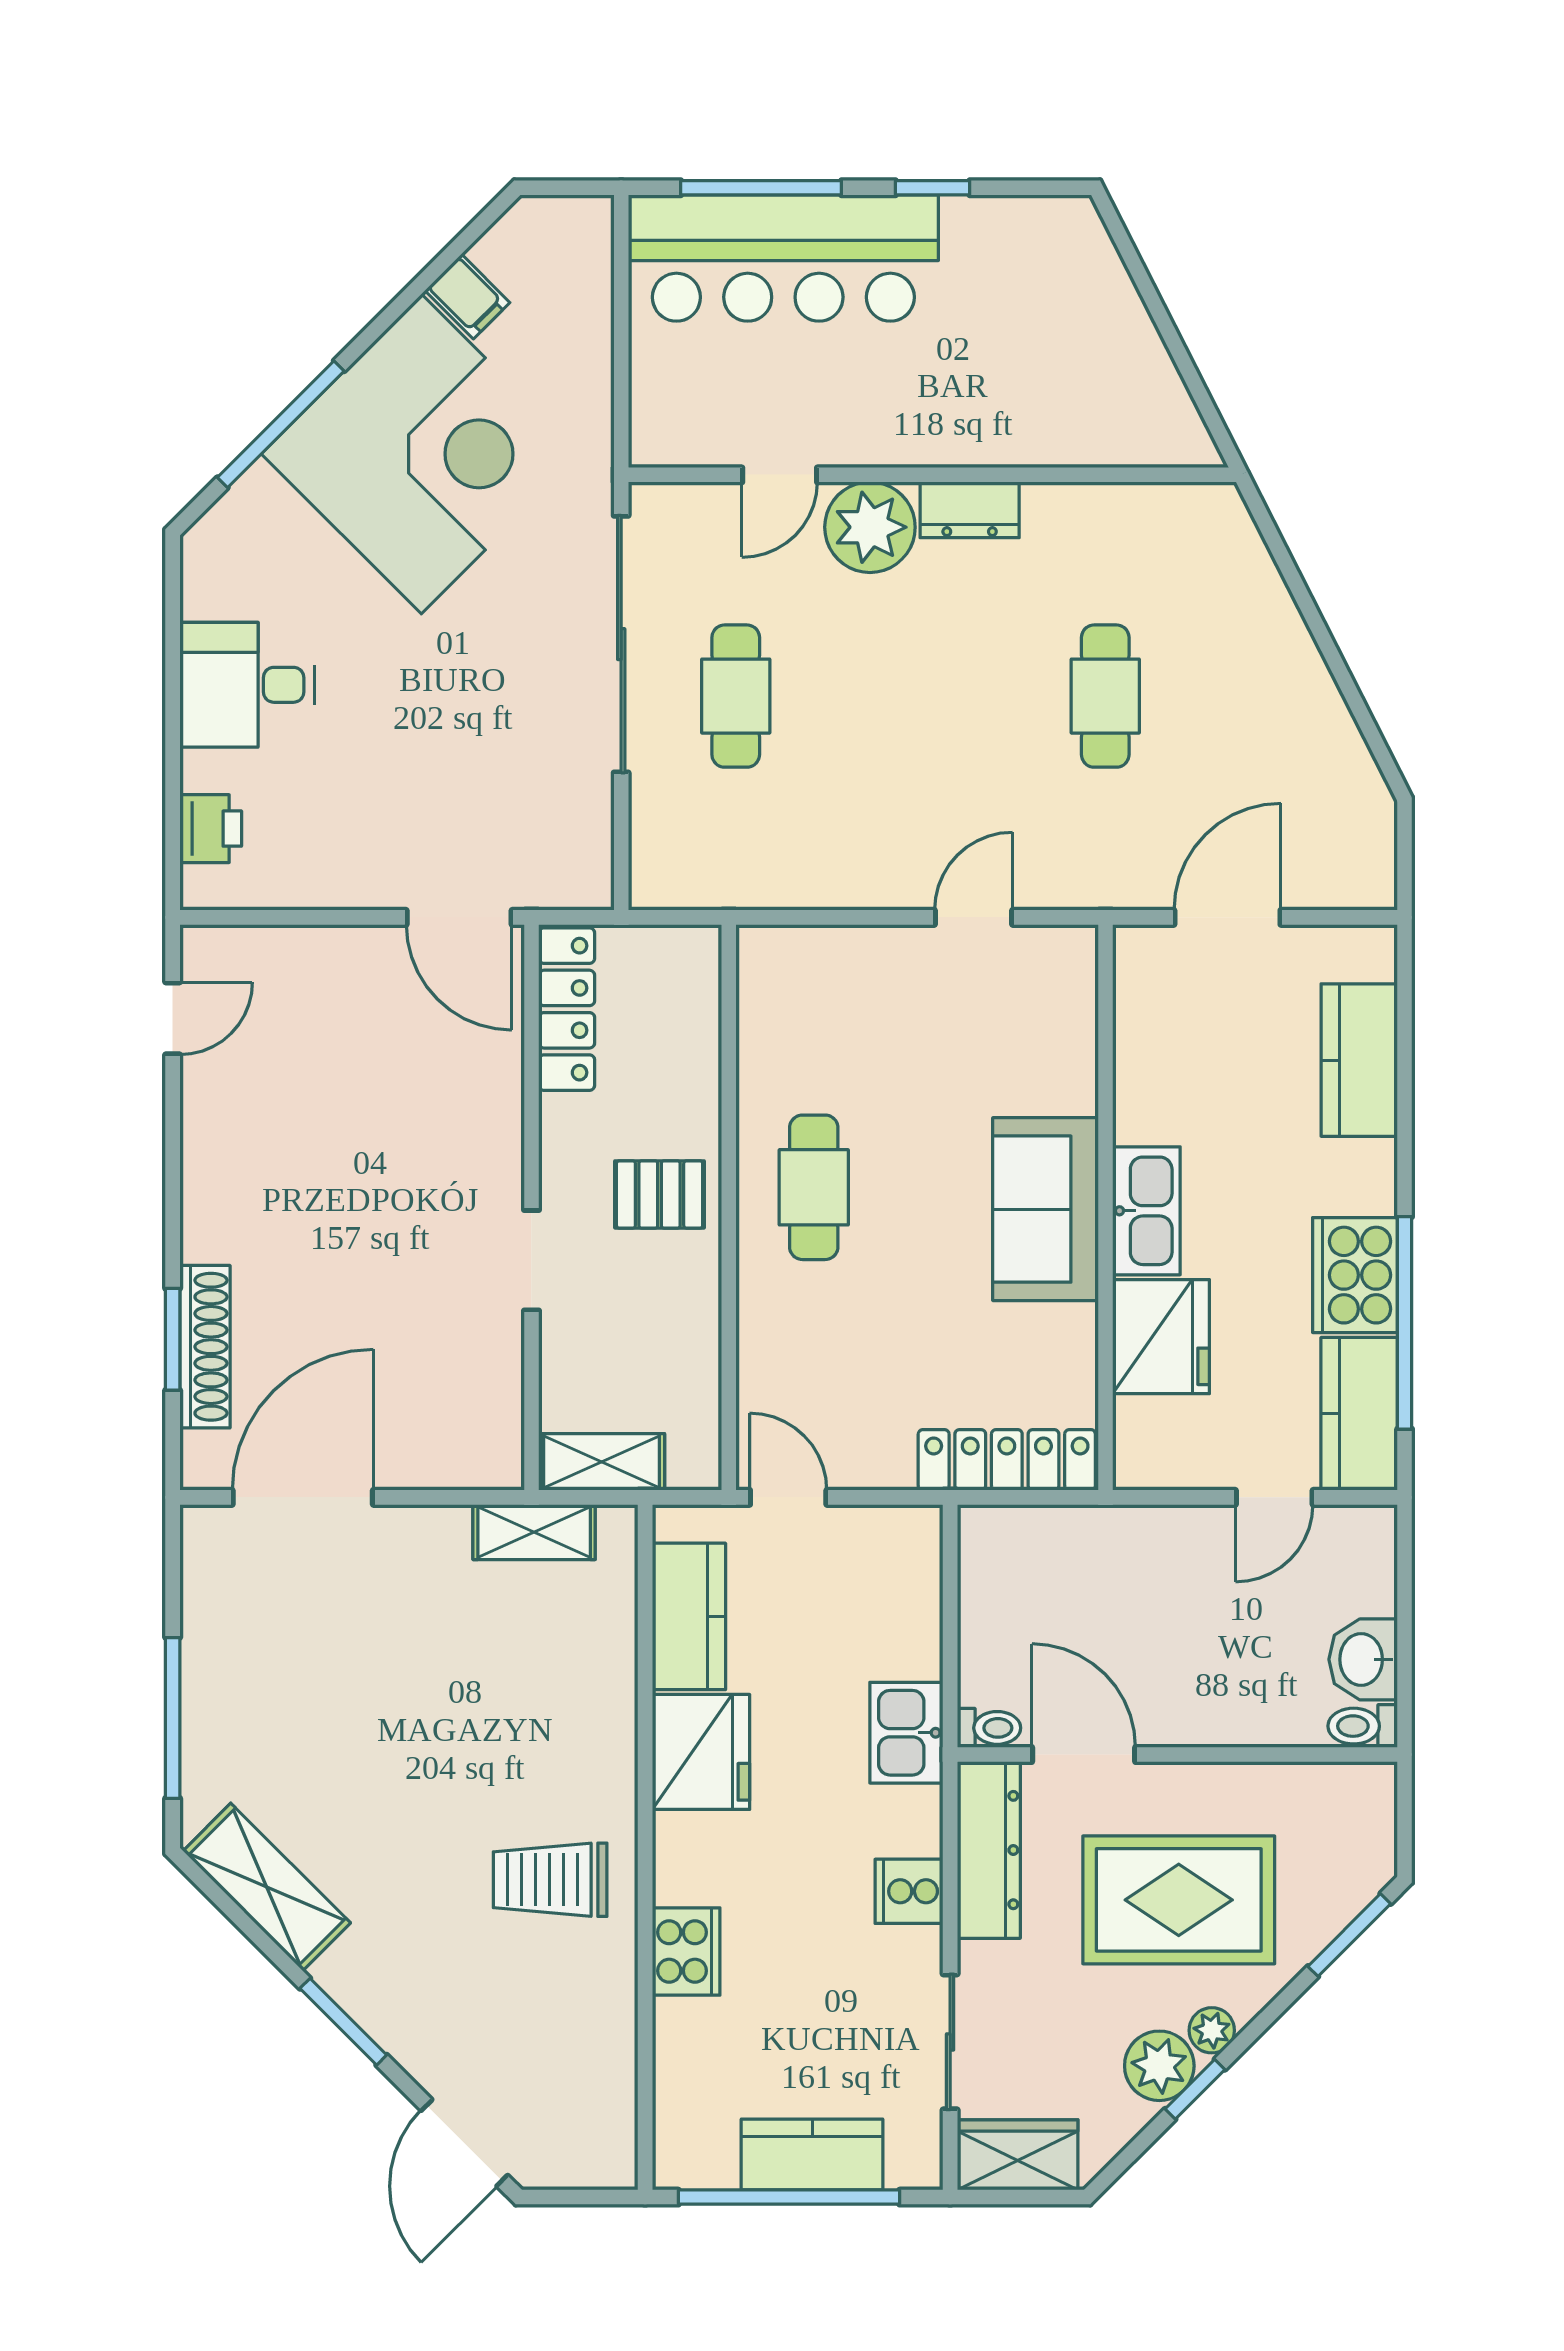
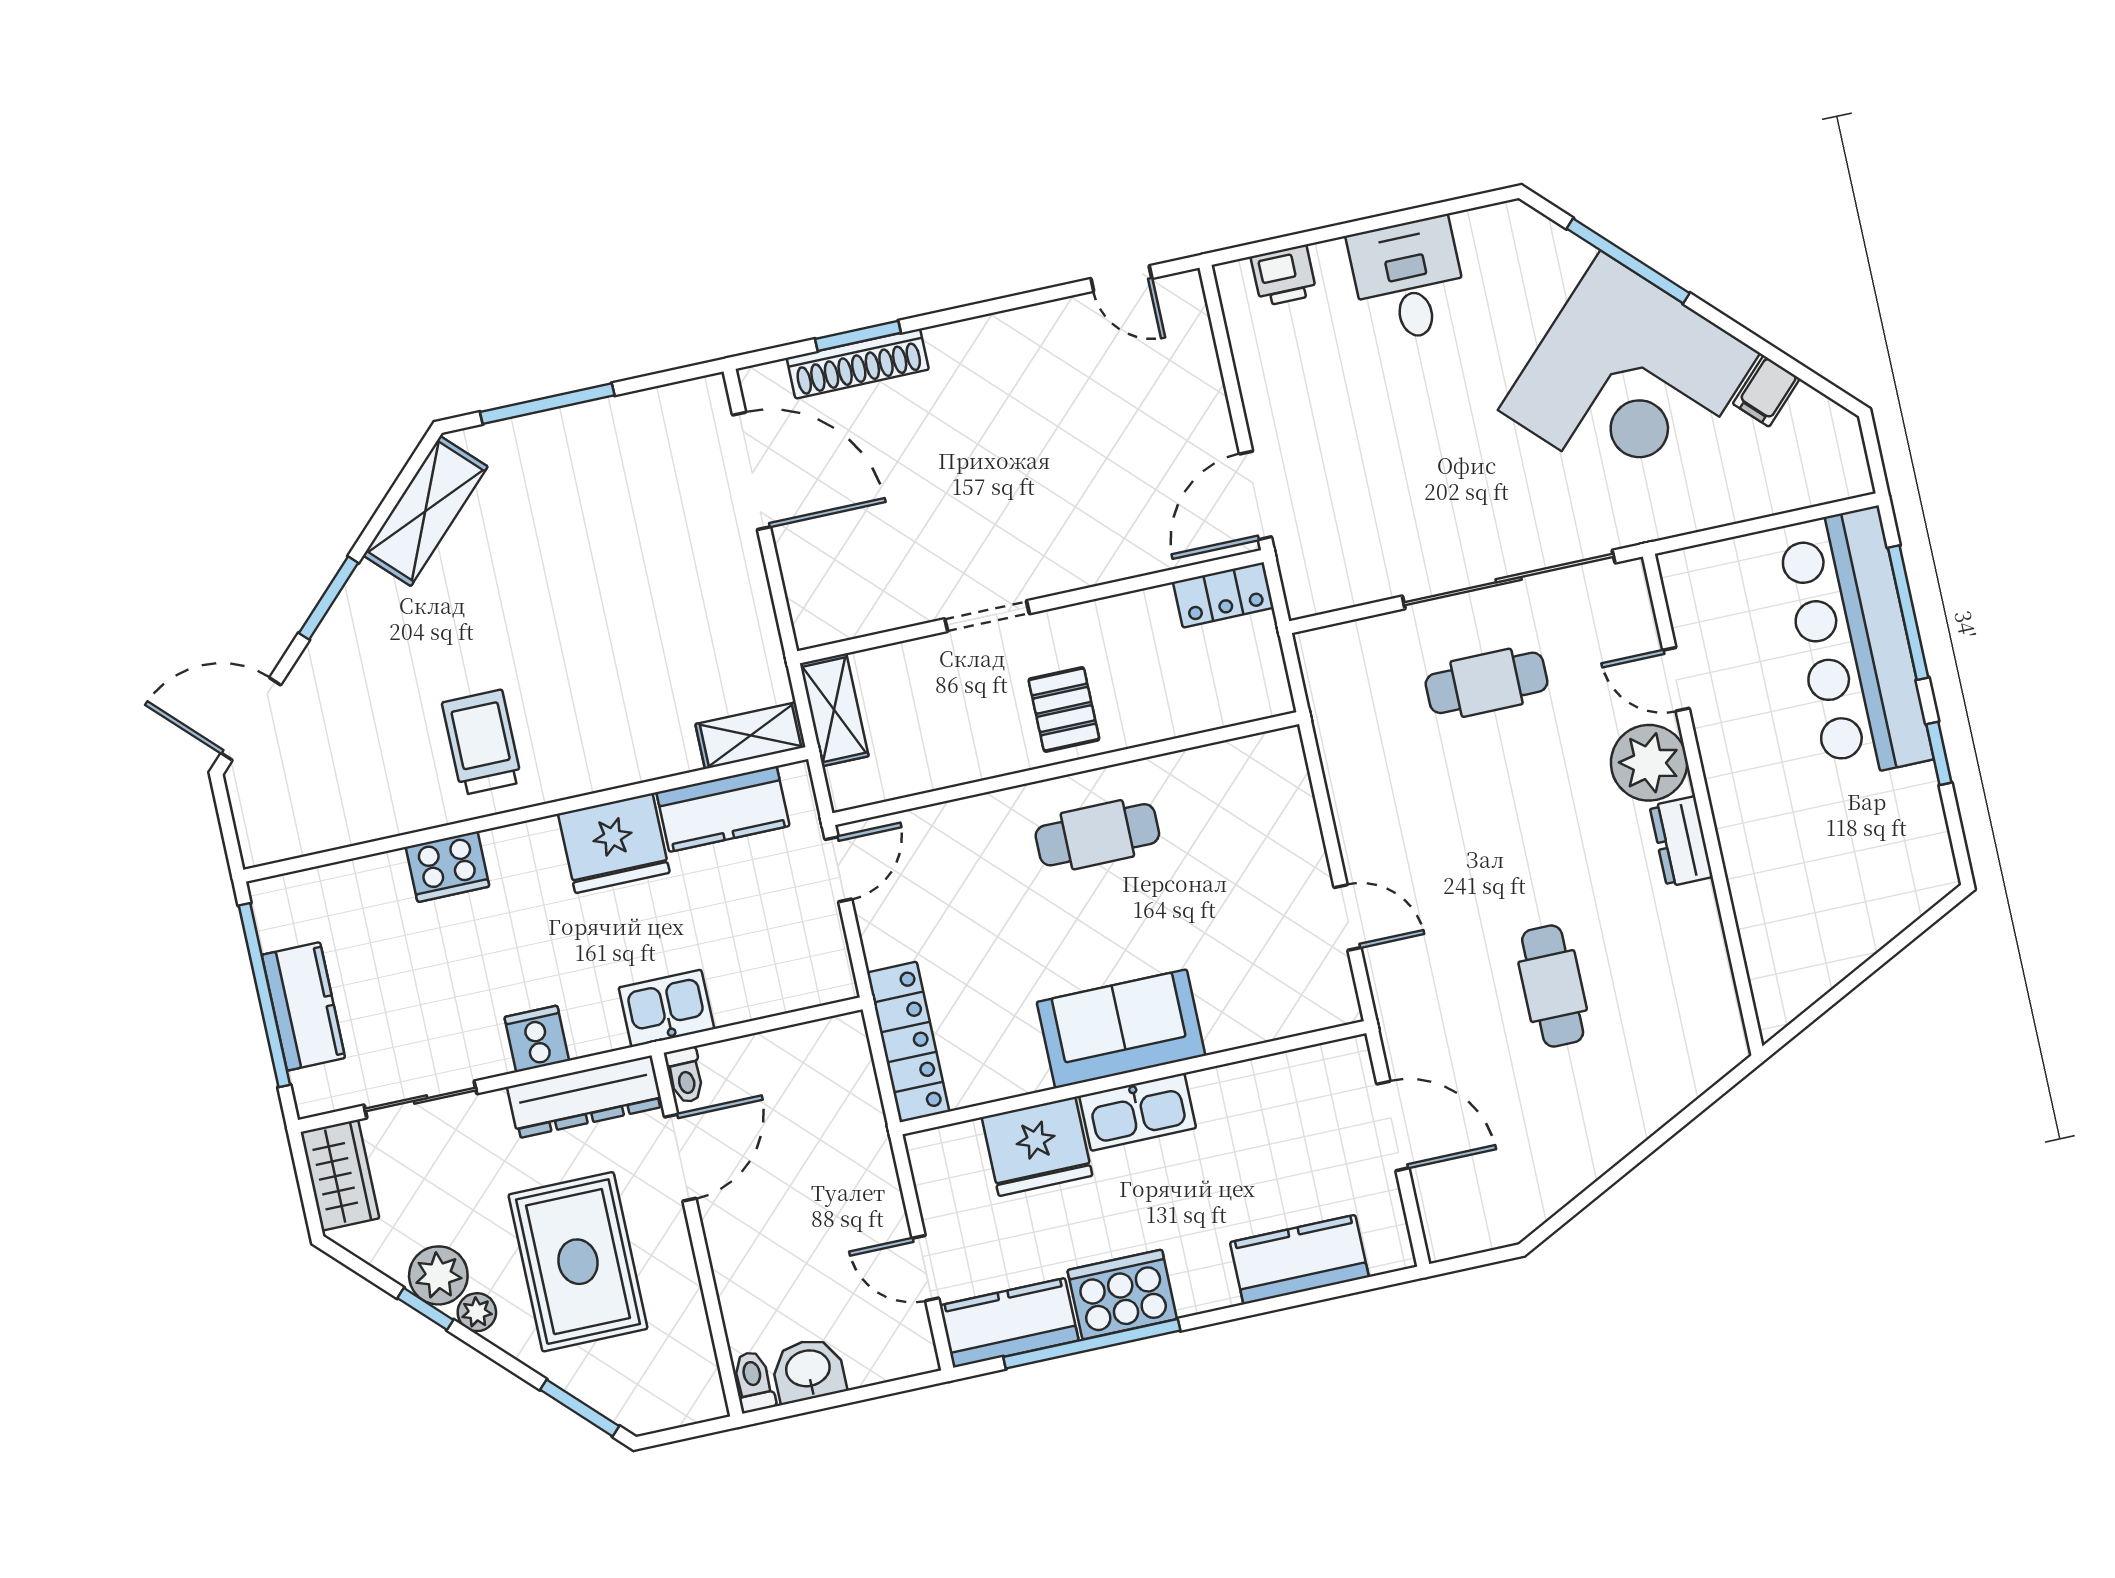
cafe table: (1105, 696) -> (1553, 986), turned 90
locker: (567, 1009) -> (1223, 595), width x0.66
shelving: (534, 1532) -> (750, 736), moved, turned 90

